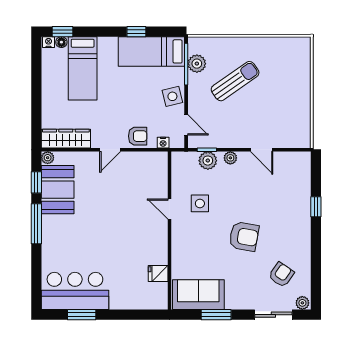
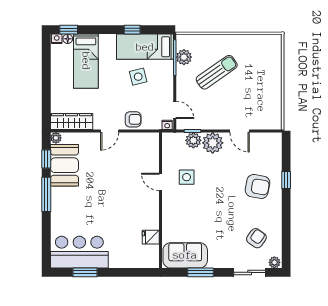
side table: (172, 96) -> (138, 77), moved
nightstand: (163, 143) -> (167, 125), moved
plant: (230, 158) -> (213, 143), width x1.88, depth x1.88
armchair: (244, 236) -> (257, 186), moved

